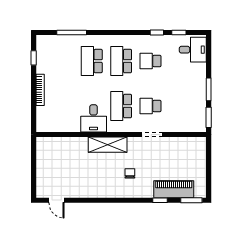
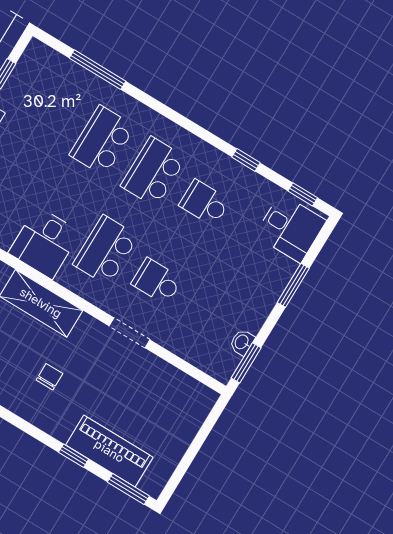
window: (179, 32) -> (303, 194), moved
window: (209, 89) -> (293, 285), moved
washbasin: (202, 110) -> (242, 342), added

